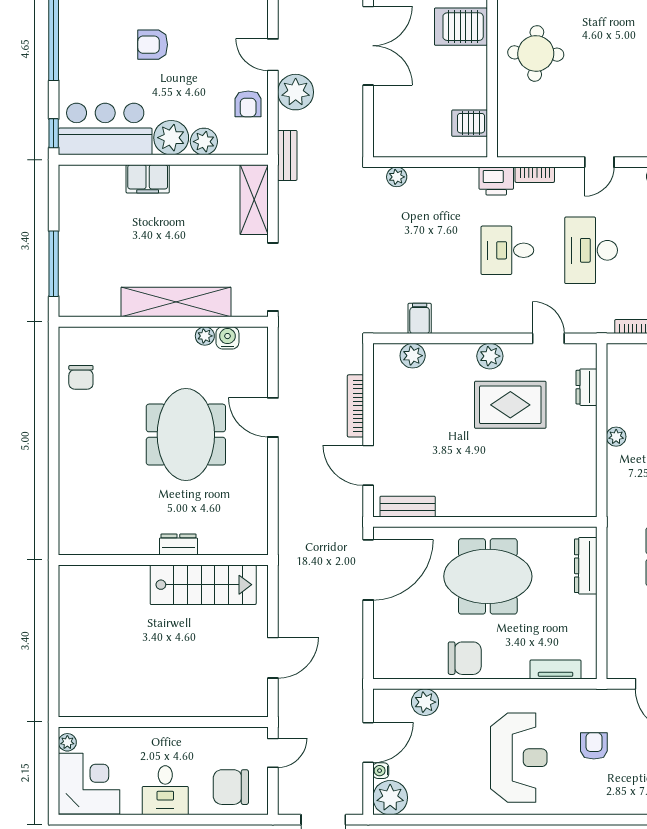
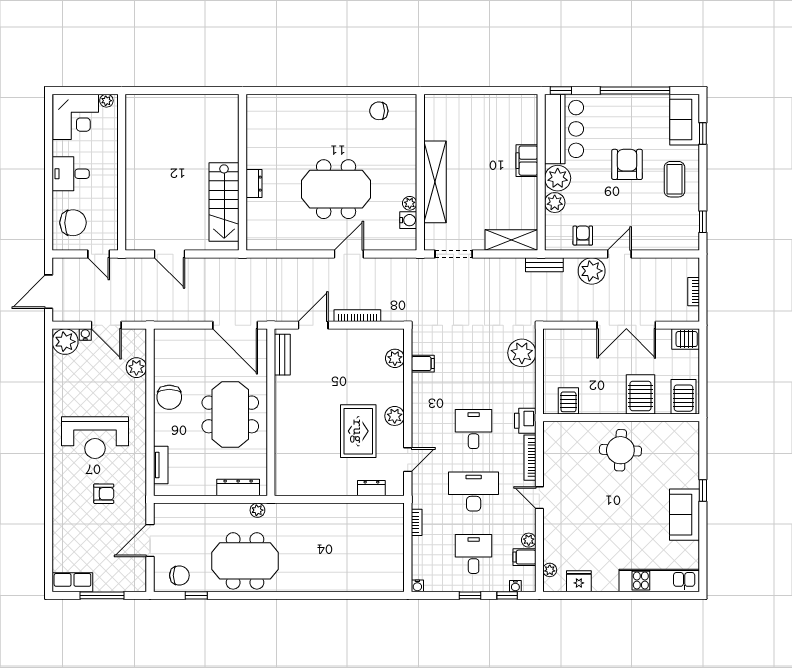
armchair: (153, 45) -> (627, 164), width x1.38, depth x1.38
armchair: (248, 104) -> (583, 236), turned 90
bookcase: (535, 175) -> (530, 458), width x1.56
plant: (397, 177) -> (522, 353), width x1.88, depth x1.88
window: (54, 264) -> (464, 91), removed
doorway: (273, 277) -> (454, 254), width x0.73
plant: (616, 437) -> (257, 510), moved
chair: (231, 787) -> (73, 223), turned 90

